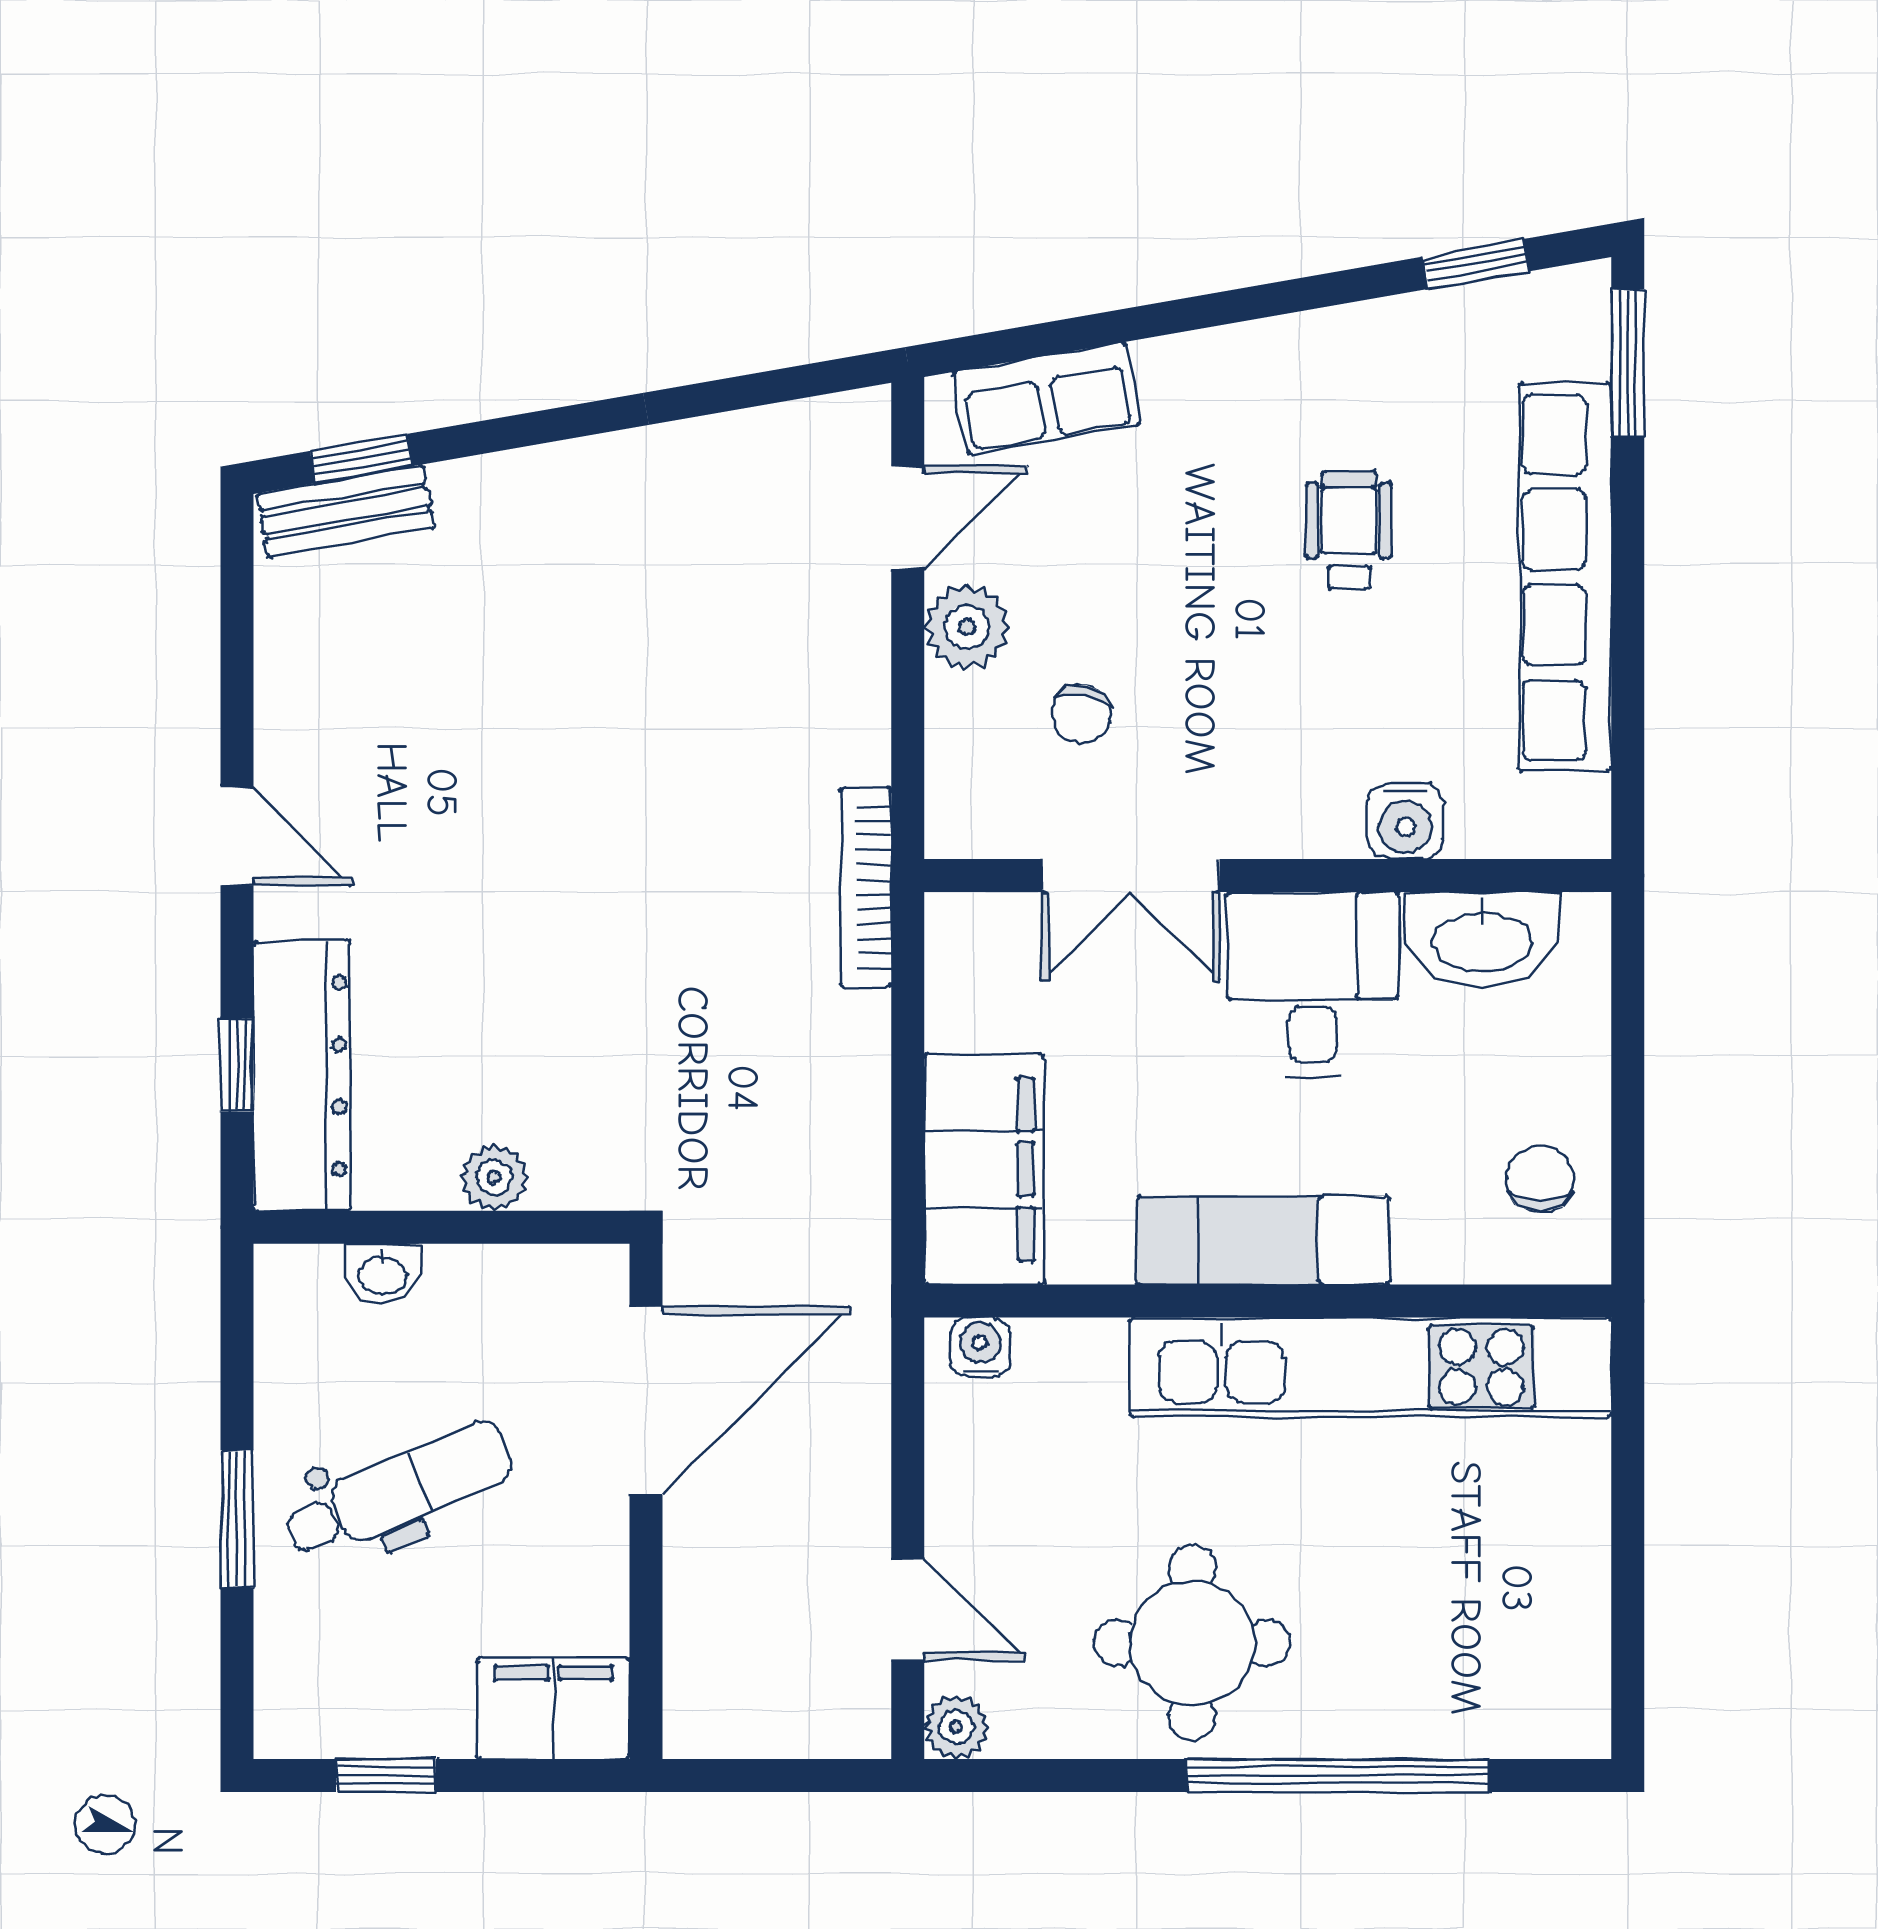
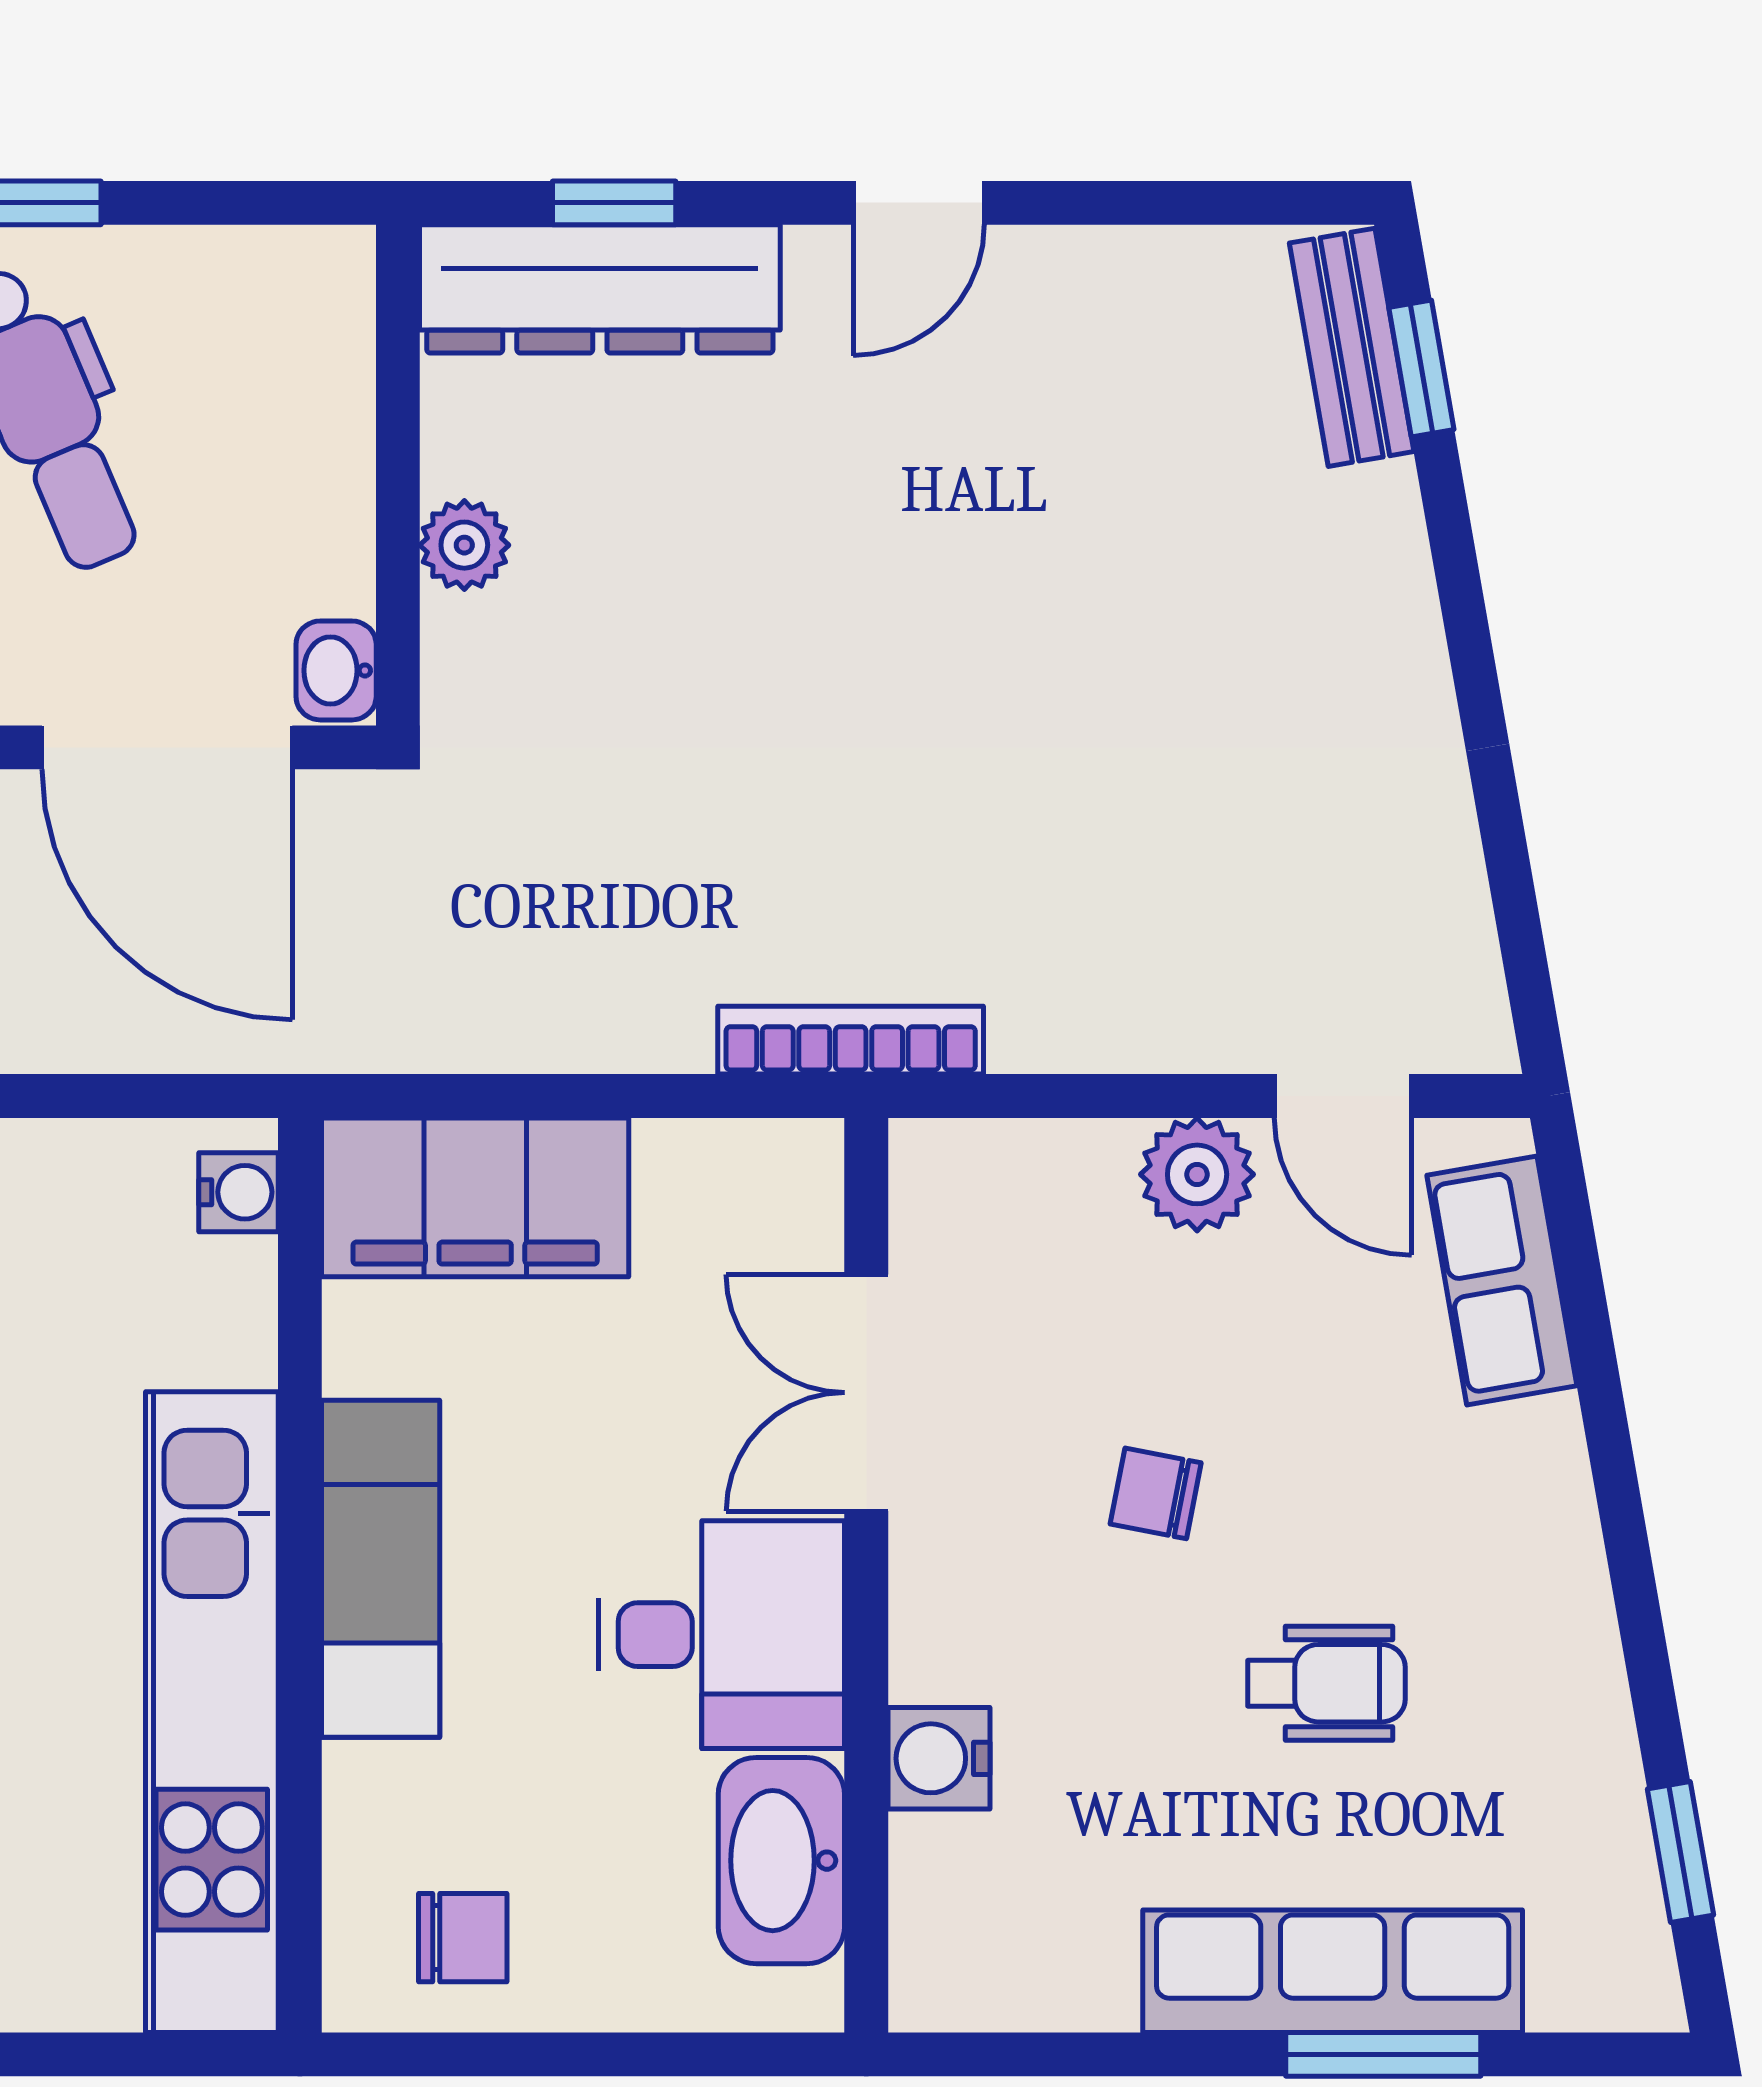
window: (1628, 363) -> (1383, 2054), moved
row of seats: (1565, 577) -> (1333, 1971), width x0.73
chair: (1081, 714) -> (1156, 1493), moved
washbasin: (383, 1274) -> (336, 670), moved

